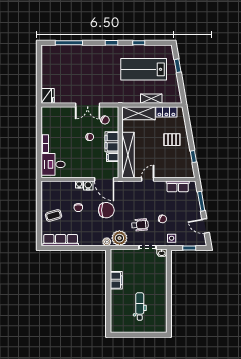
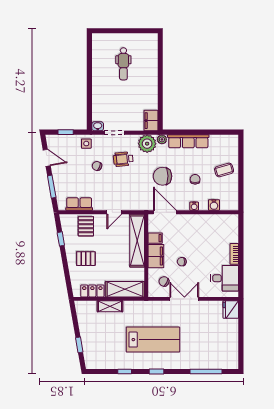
lab bench: (144, 69) -> (153, 340), moved
desk: (53, 164) -> (225, 278), moved
pallet: (172, 167) -> (86, 226), added
water cooler: (88, 186) -> (214, 205), moved
row of seats: (61, 240) -> (188, 141), moved
filing cabinet: (116, 280) -> (151, 121), moved

